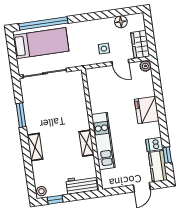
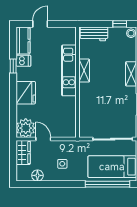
side table: (104, 49) -> (62, 164), moved
plant: (145, 66) -> (26, 128), width x1.88, depth x1.88
window: (167, 155) -> (13, 66), moved

